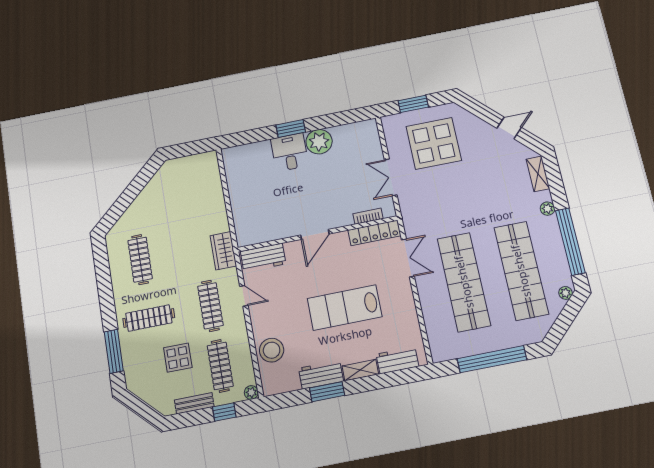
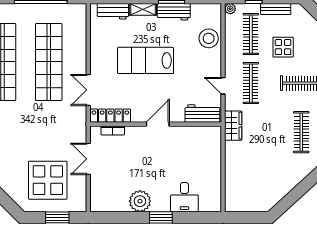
desk: (290, 152) -> (184, 197), moved
double door: (391, 177) -> (88, 159), swing flipped
lab bench: (345, 308) -> (146, 60), turned 180

